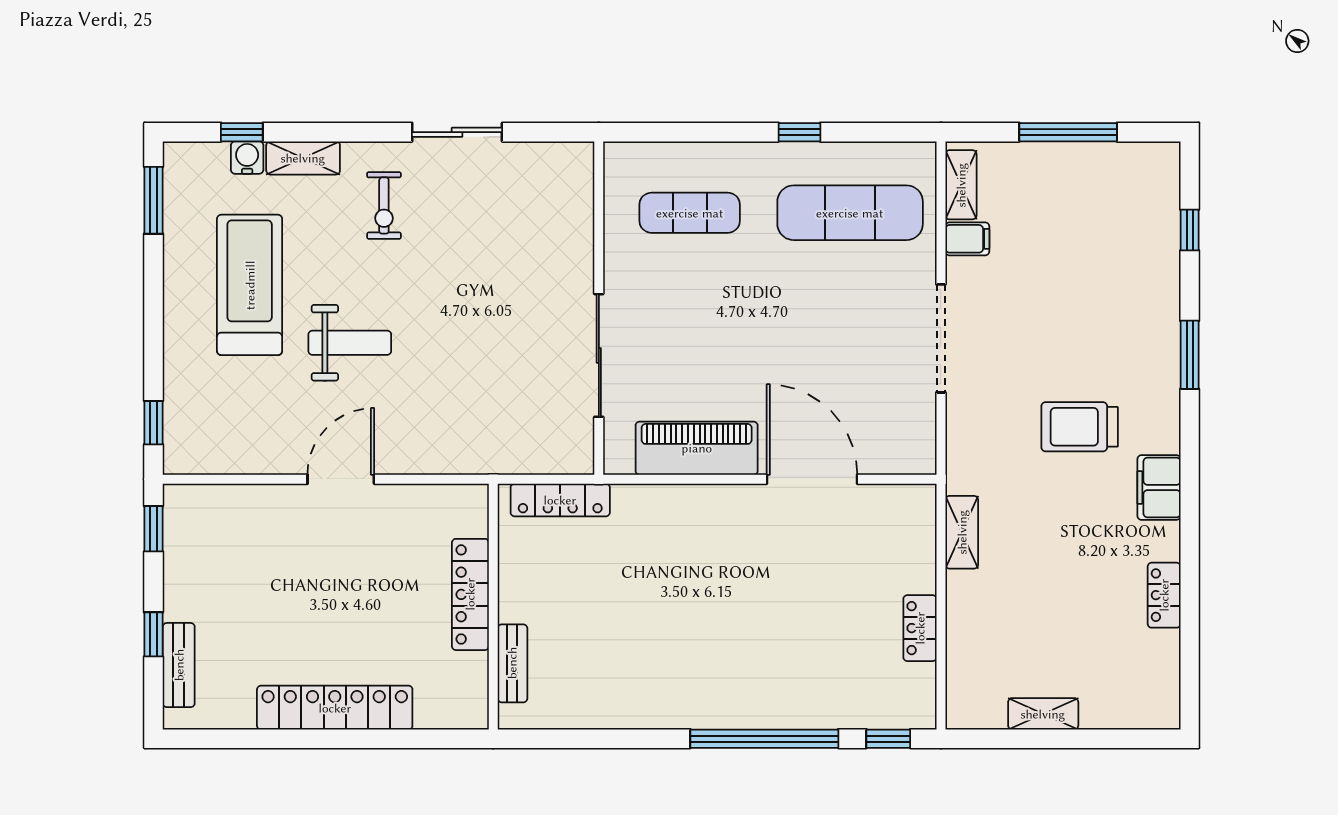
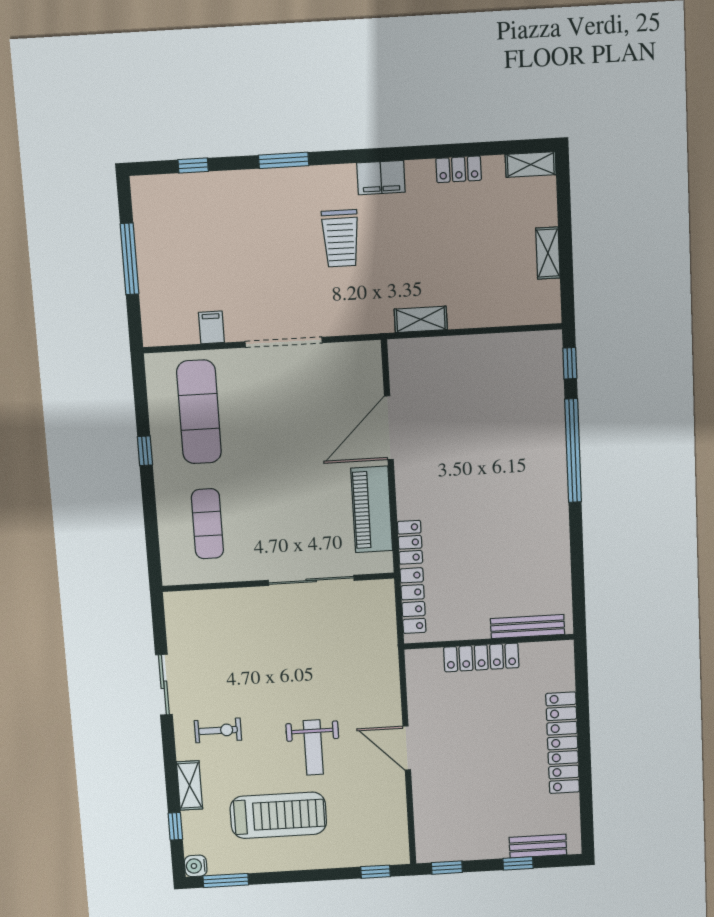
water cooler: (247, 158) -> (196, 866), moved
shelving: (961, 185) -> (531, 165), moved
treadmill: (250, 285) -> (278, 815), turned 180
weight bench: (350, 343) -> (313, 747), turned 180
locker: (920, 628) -> (410, 542), moved, turned -90
bench: (512, 663) -> (527, 626), width x1.36

